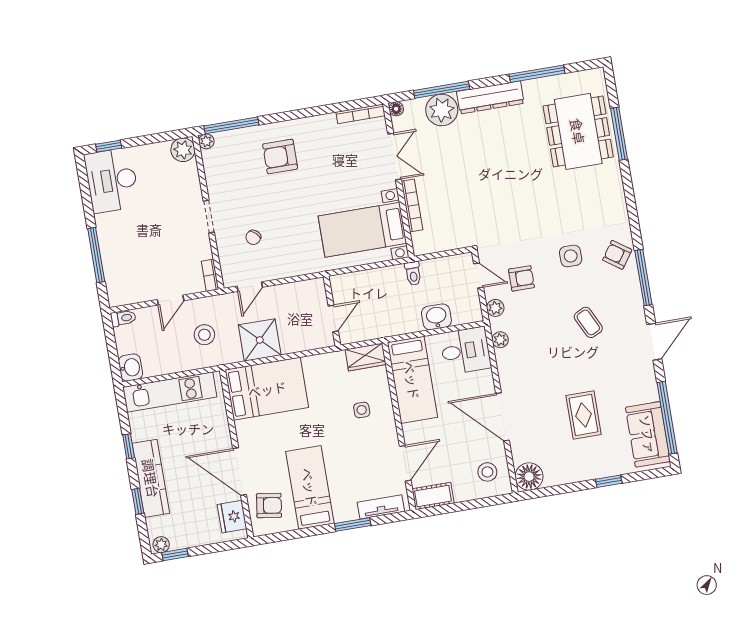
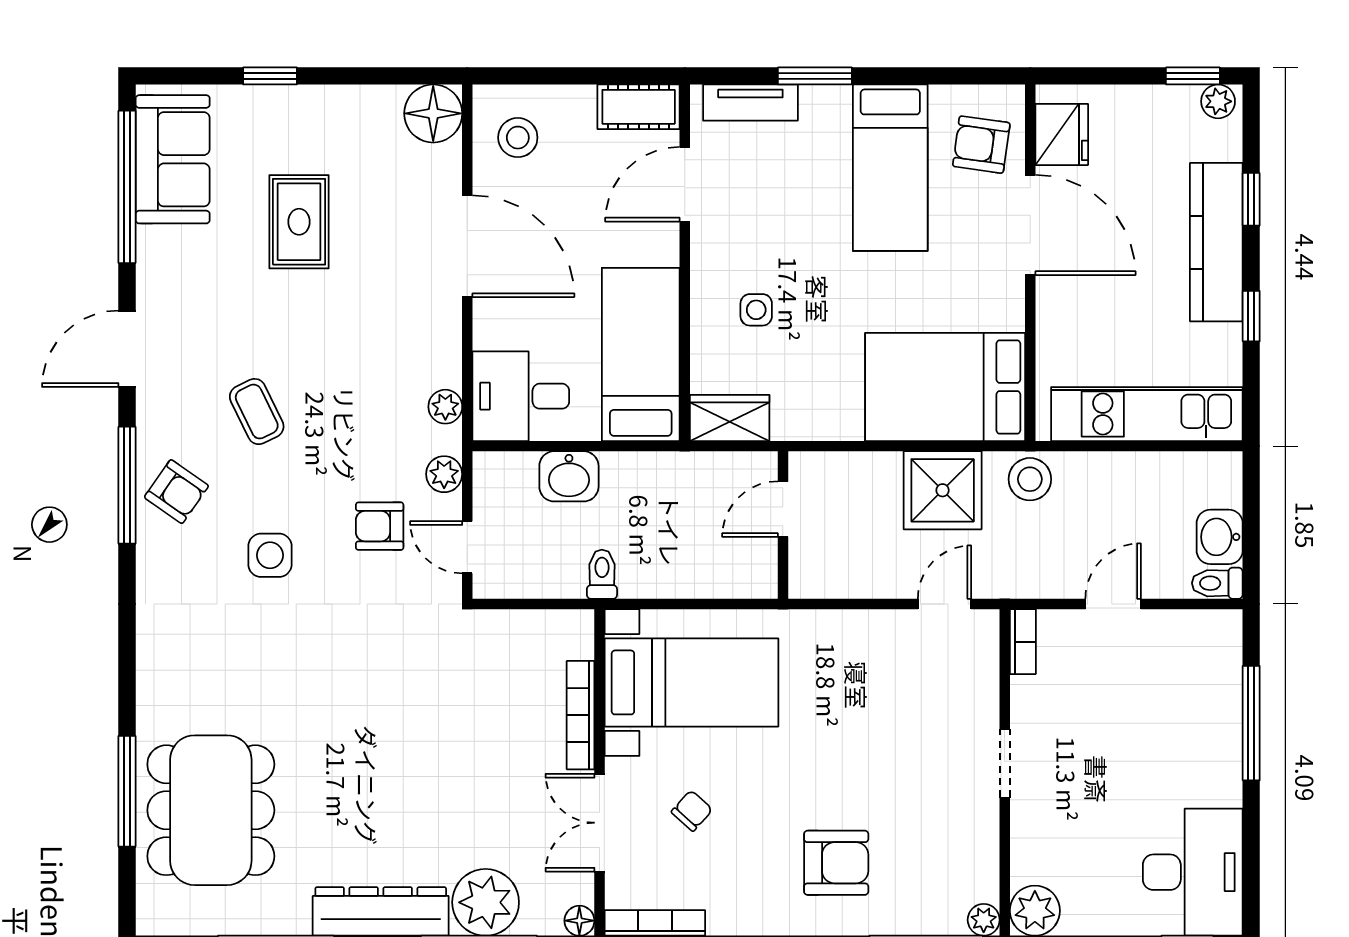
chair: (253, 237) -> (692, 811), moved
armchair: (617, 255) -> (176, 492), moved
stool: (204, 335) -> (1030, 479), moved
washbasin: (130, 368) -> (1220, 537), moved

